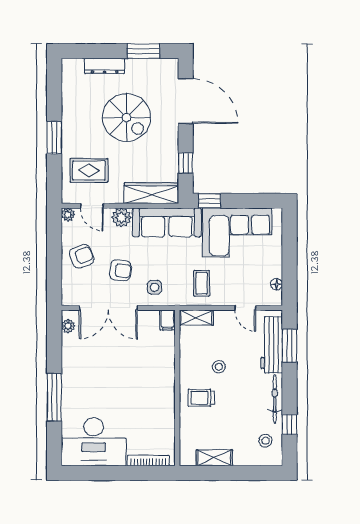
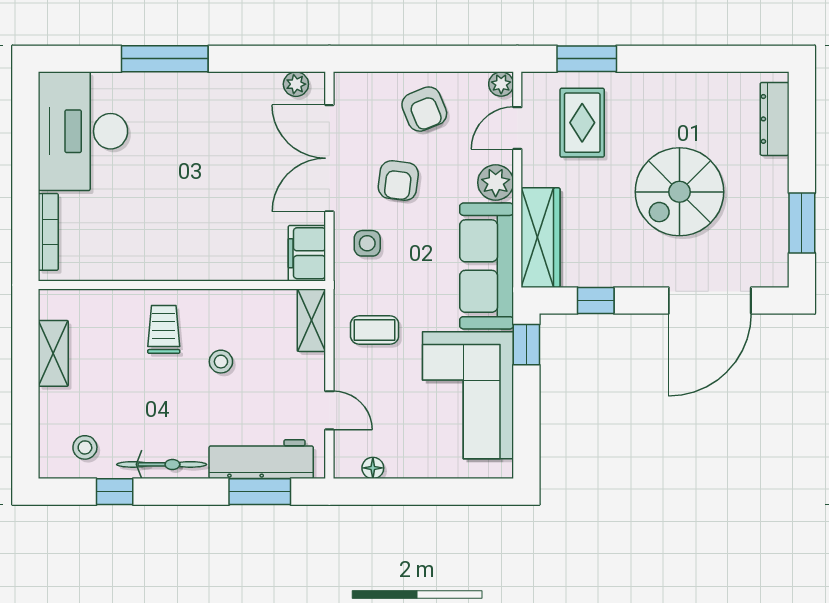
dresser: (105, 66) -> (775, 119), moved
window: (54, 138) -> (587, 59), moved
door: (245, 308) -> (329, 410), swing flipped
filing cabinet: (167, 320) -> (307, 253), width x2.00

